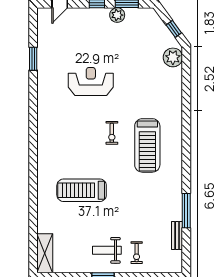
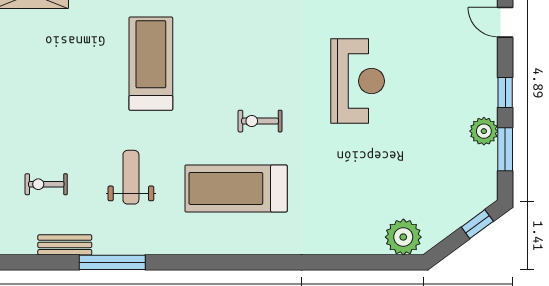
window: (174, 29) -> (477, 224), moved
weight bench: (107, 250) -> (131, 177), moved
exercise bike: (137, 253) -> (46, 184), moved

